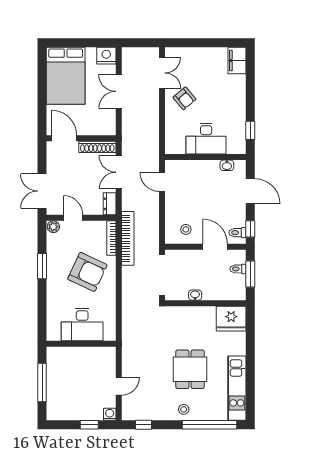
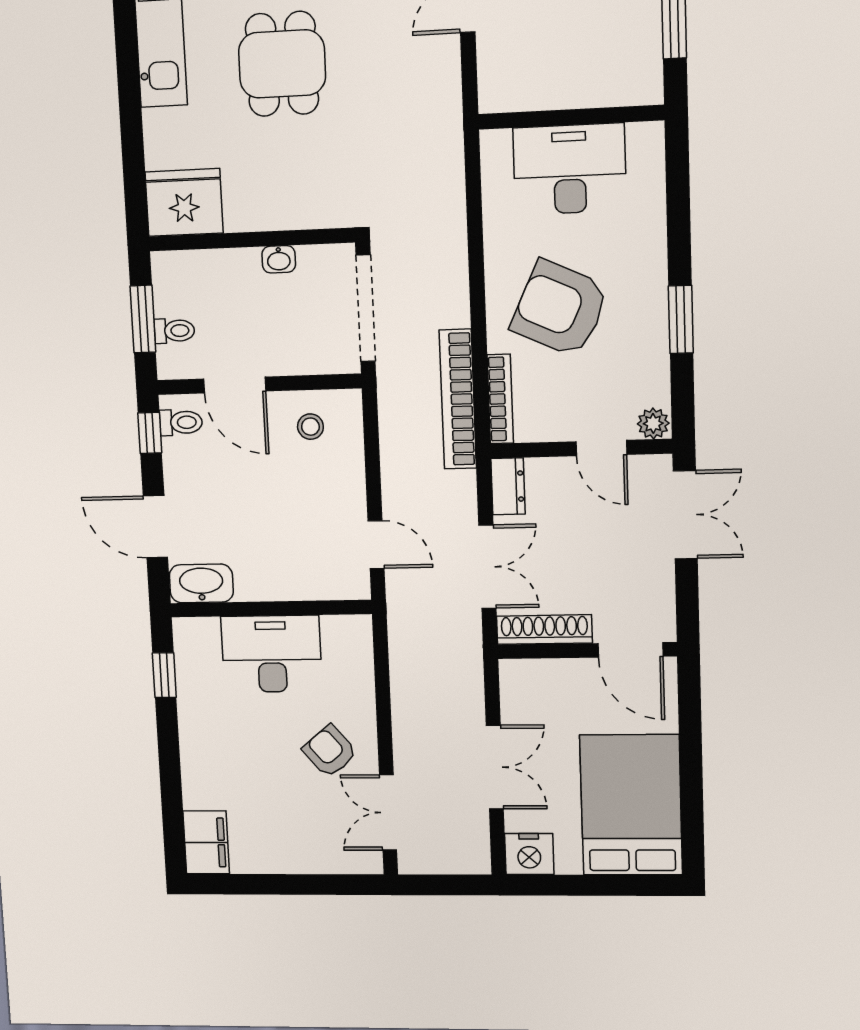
washbasin: (227, 165) -> (201, 583), width x1.91, depth x1.45

